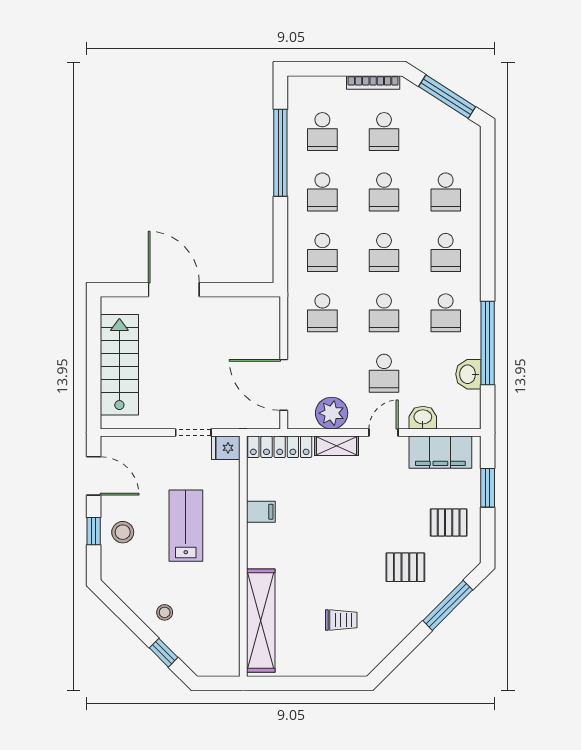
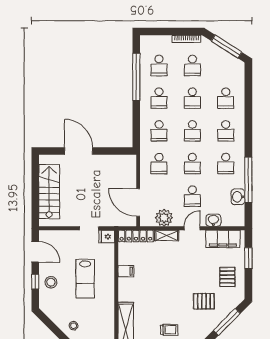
pallet: (449, 522) -> (227, 277), turned 90
lab bench: (186, 526) -> (85, 279), turned 180

